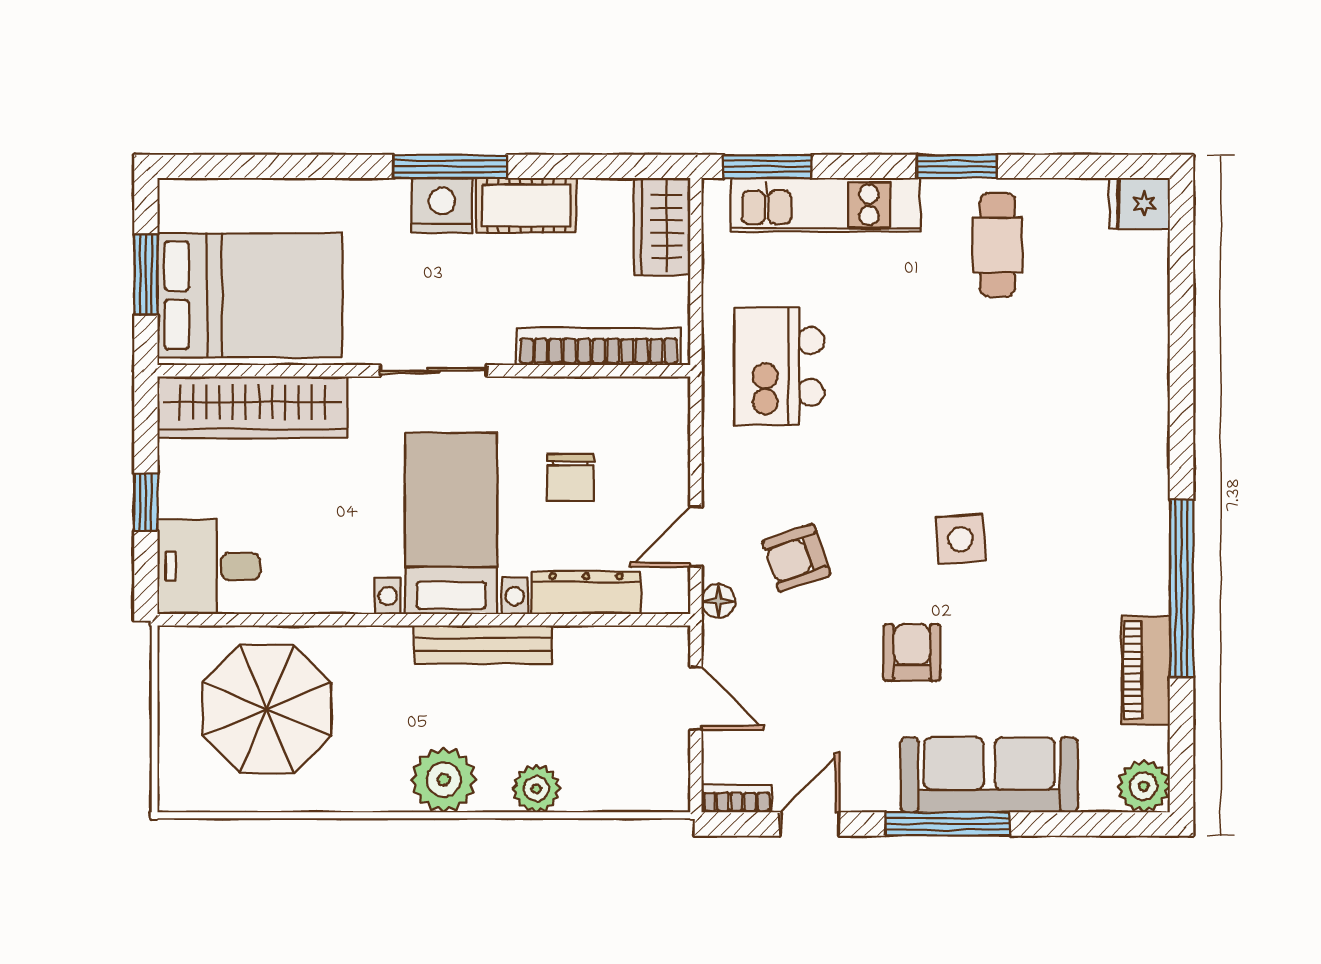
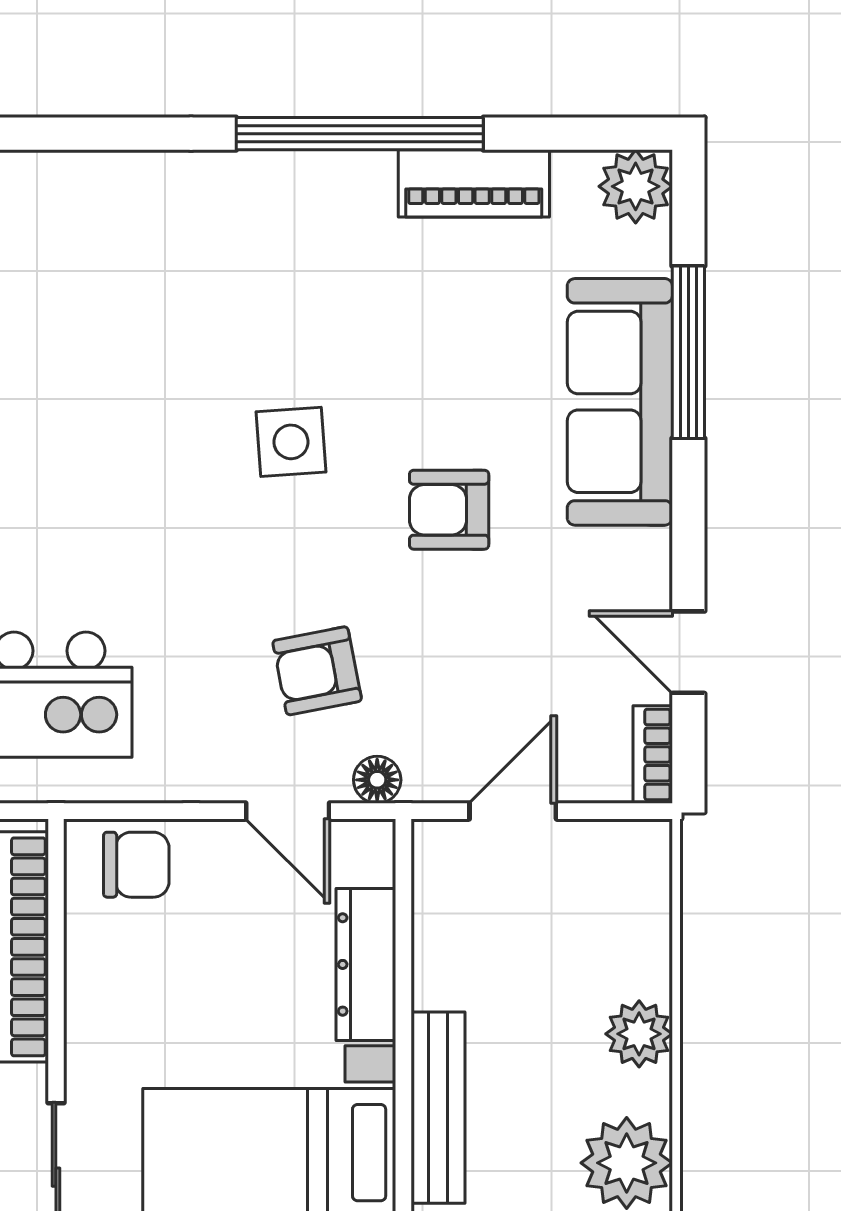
chair: (570, 478) -> (136, 865), moved
armchair: (796, 558) -> (317, 671), turned 98
window: (947, 824) -> (688, 352), moved

